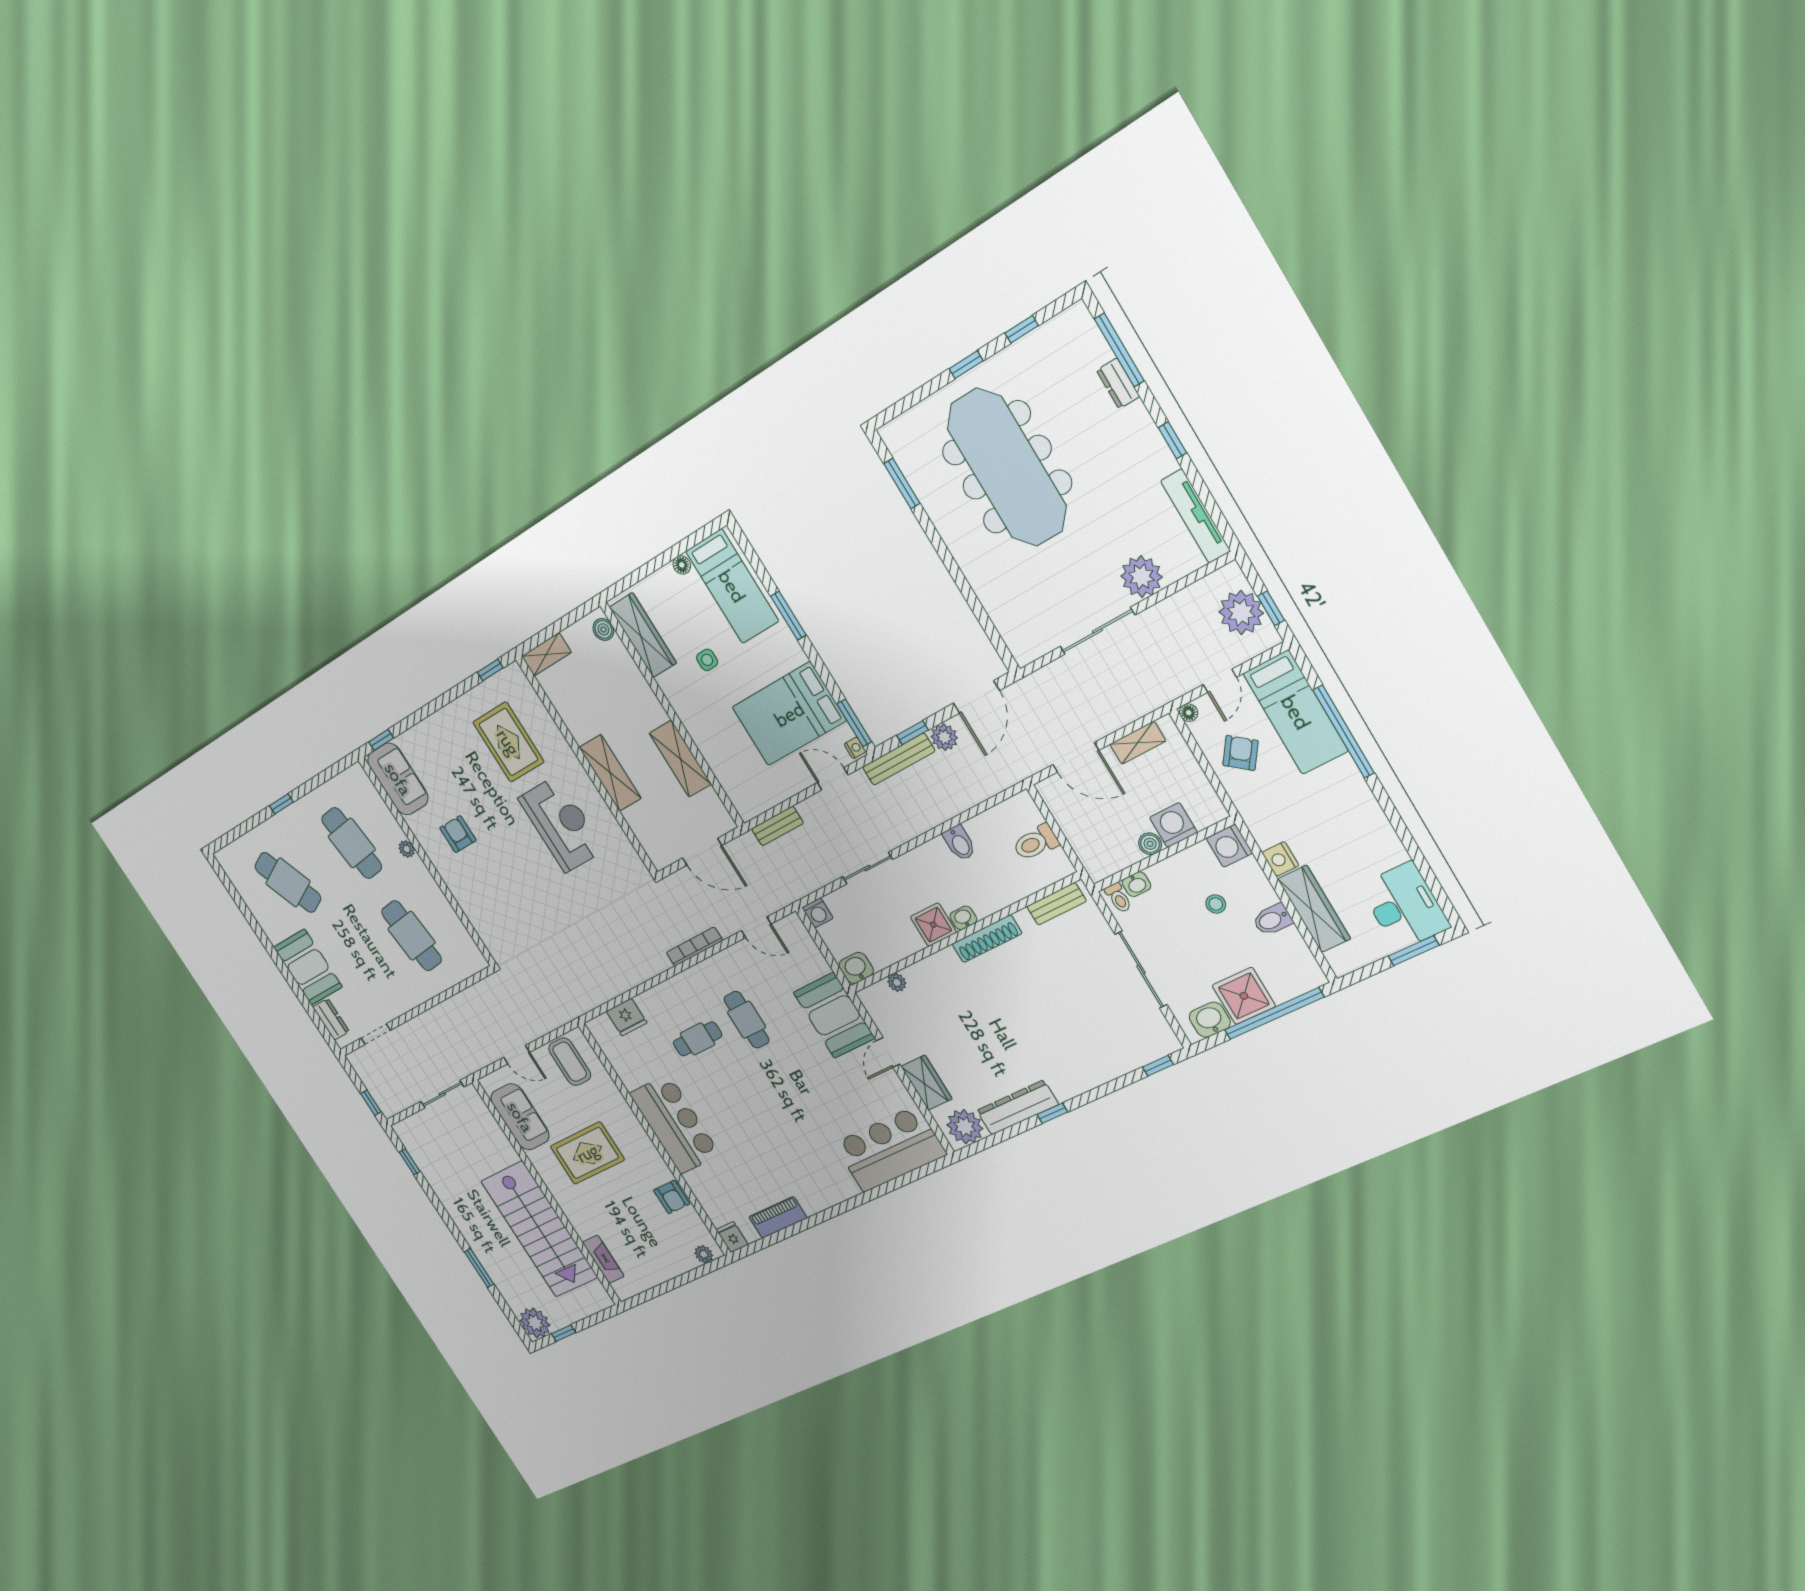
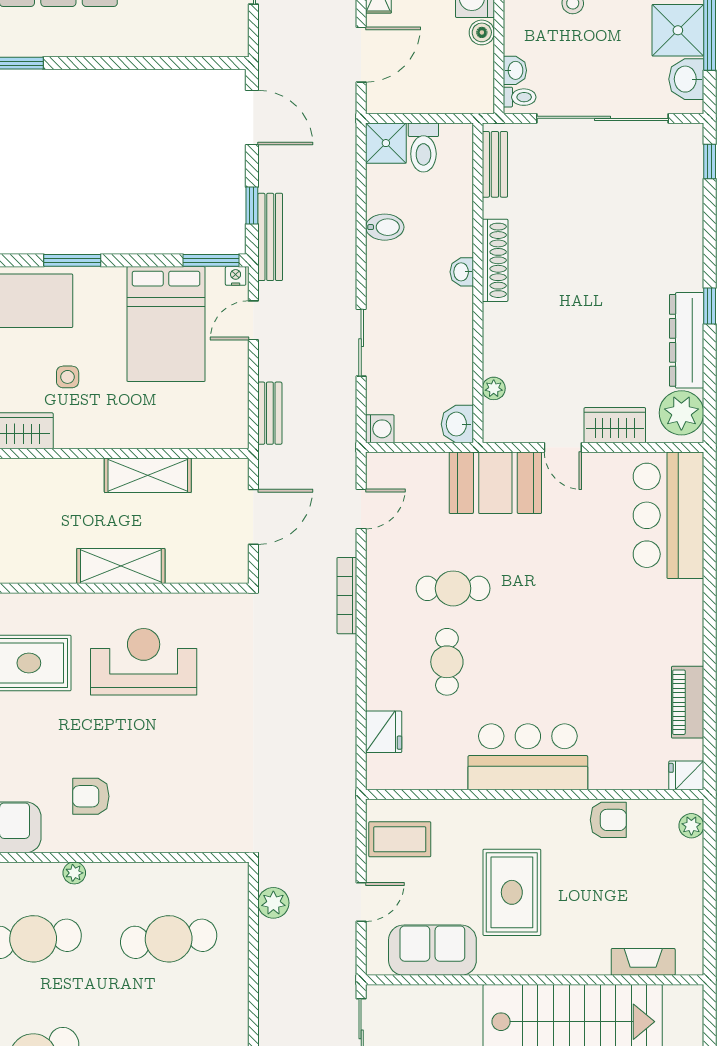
plant: (944, 737) -> (273, 903), moved
shower: (933, 925) -> (386, 143), moved
sliding door: (1141, 970) -> (603, 118), width x1.36

